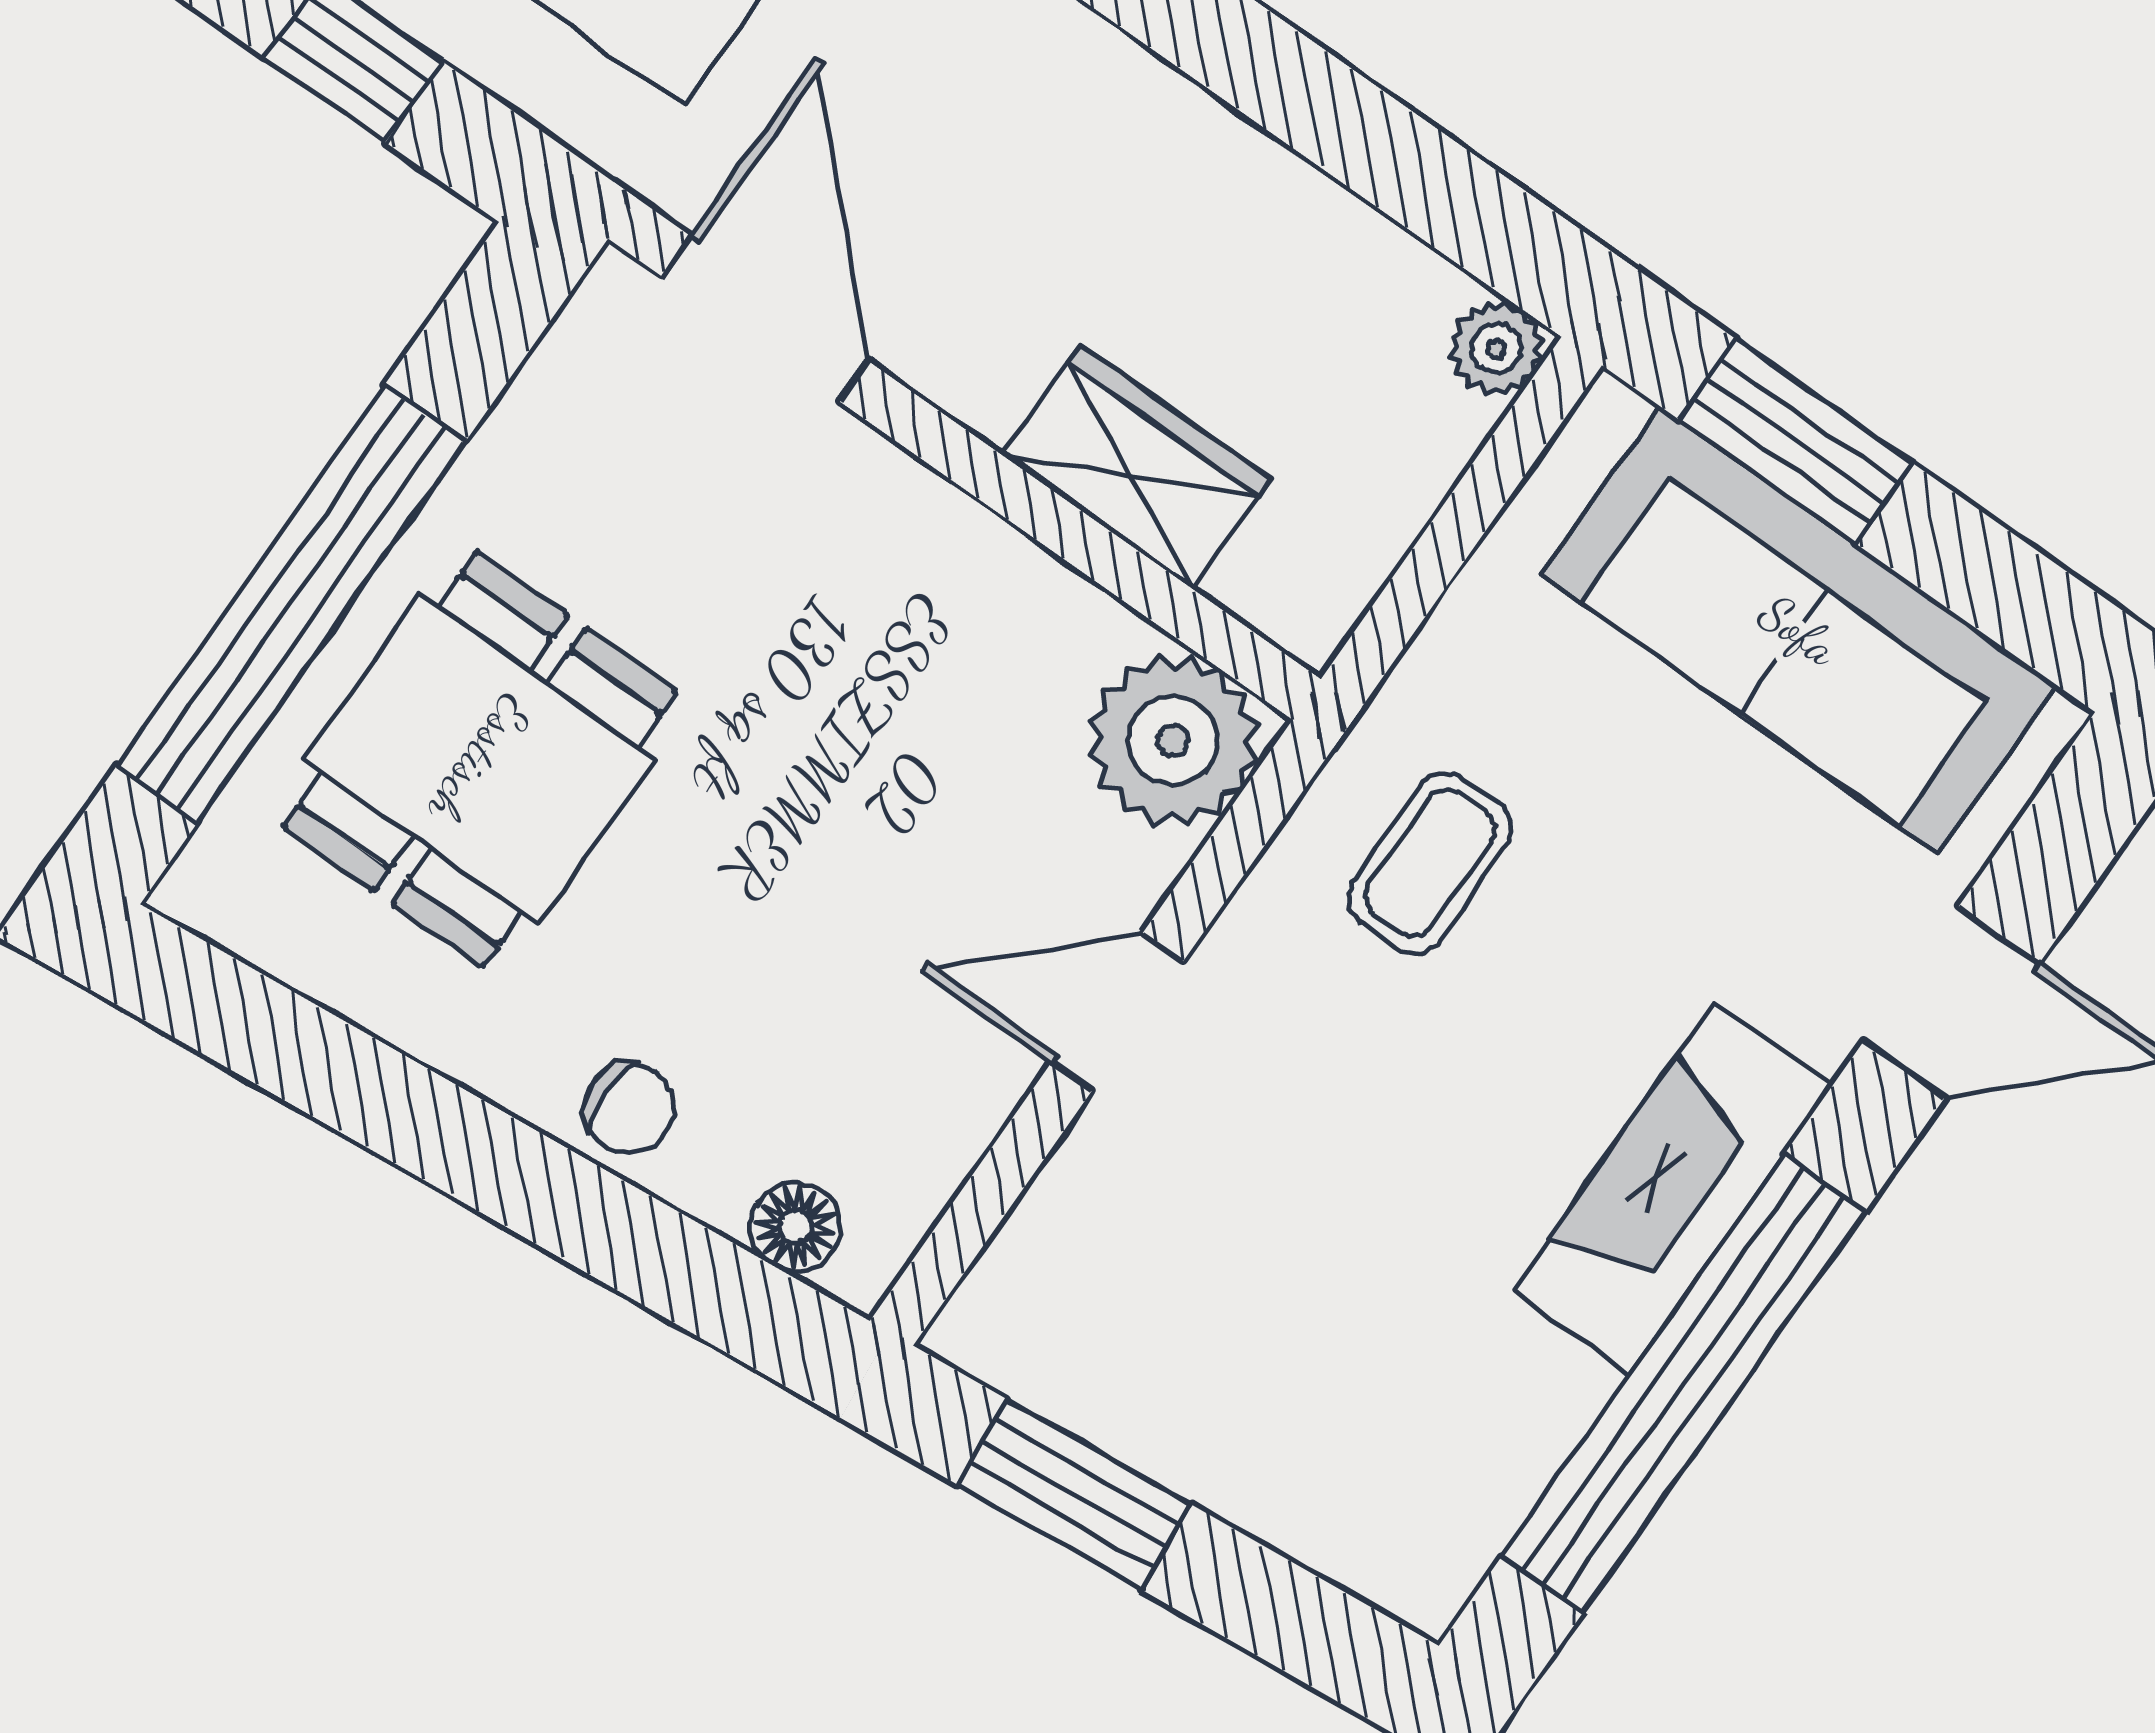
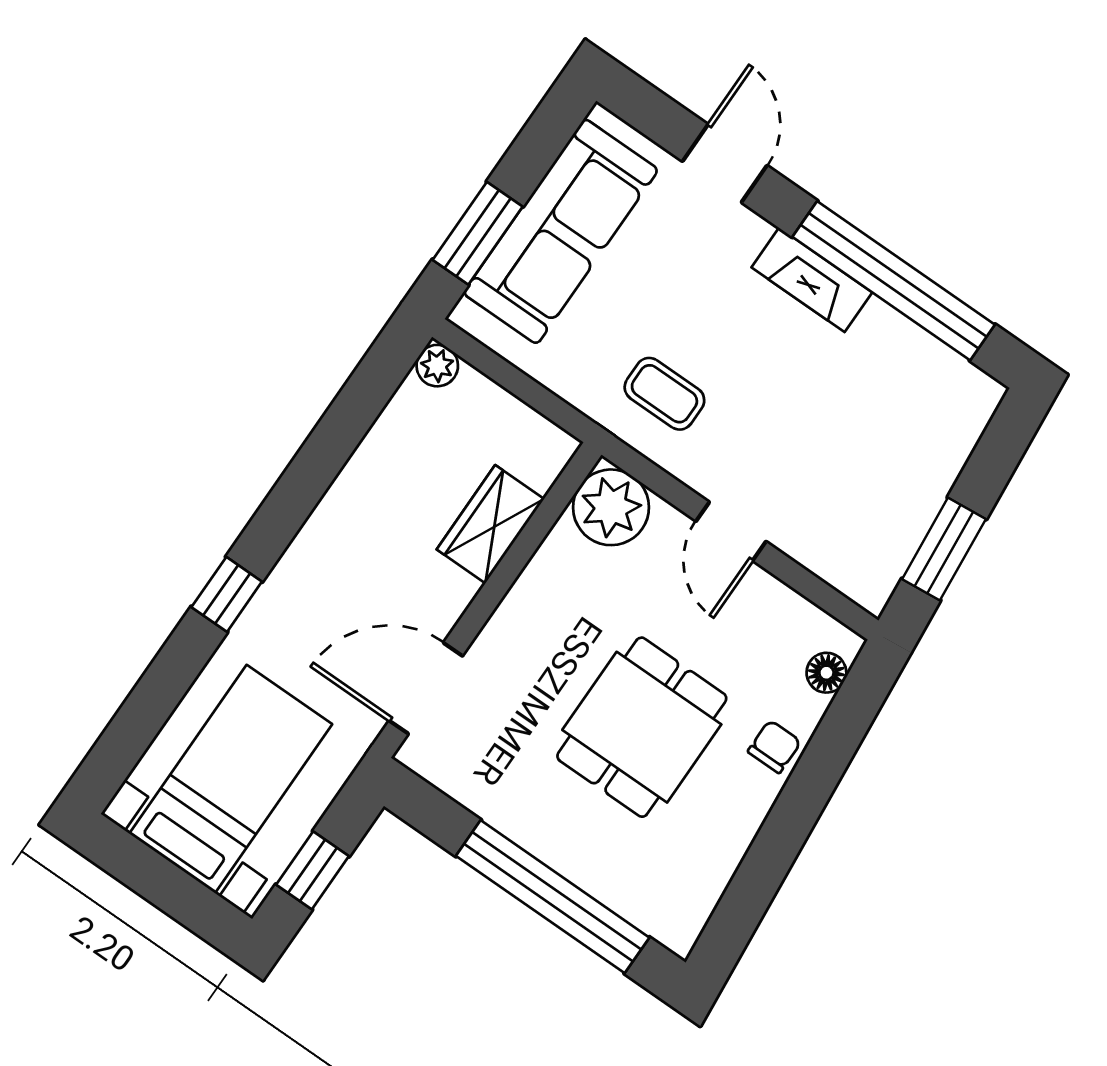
dining table: (480, 760) -> (642, 727), moved, turned 90
fireplace: (1672, 1188) -> (812, 280), width x0.73, depth x0.76

